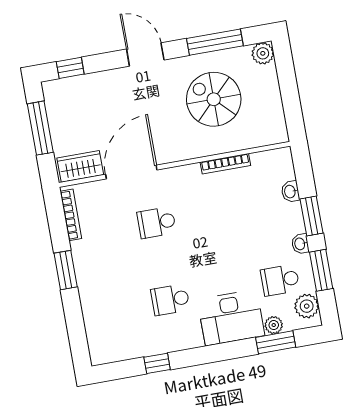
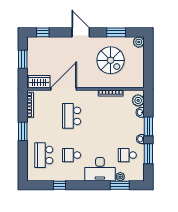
window: (215, 42) -> (116, 32), width x0.69
spiral stairs: (214, 99) -> (111, 60), turned 180
window: (40, 128) -> (23, 59), width x0.69
school desk: (157, 222) -> (72, 116), width x1.85
plant: (307, 306) -> (138, 100), moved
school desk: (115, 309) -> (44, 155), added

